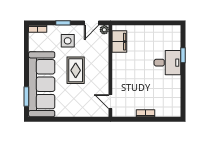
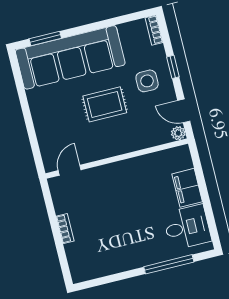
filing cabinet: (119, 42) -> (187, 188), moved, turned 90
window: (183, 55) -> (169, 264), width x2.17
desk: (167, 63) -> (187, 227), moved, turned -90

